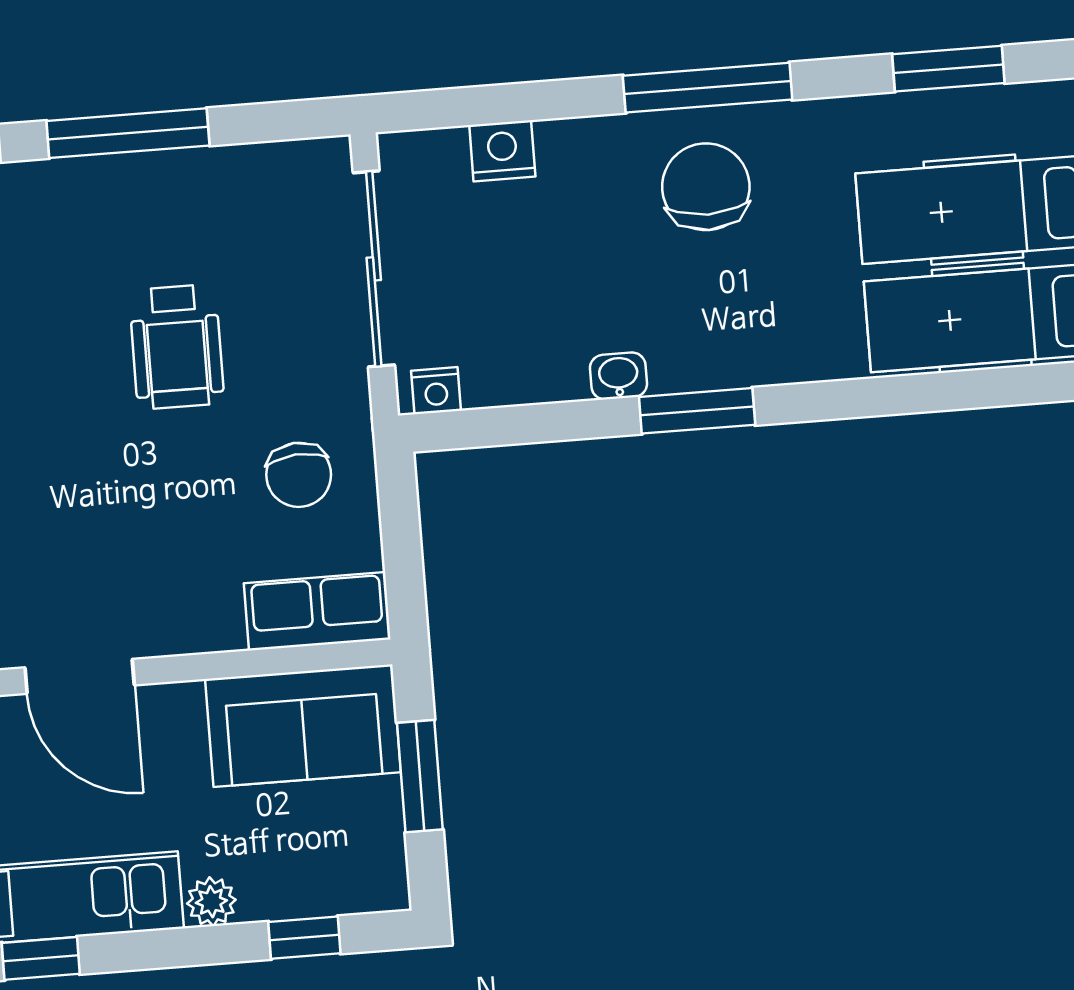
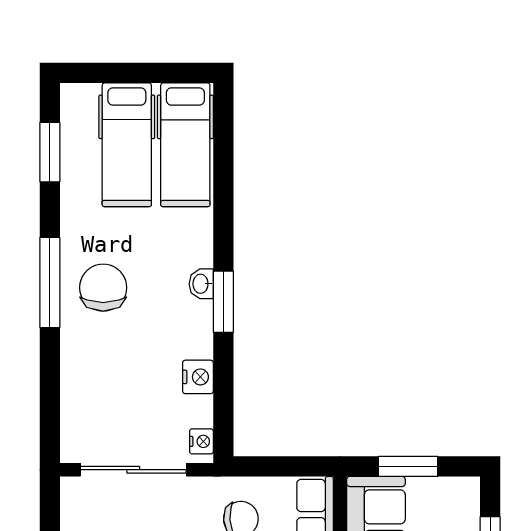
nightstand: (502, 151) -> (198, 377), moved, turned 180
chair: (706, 187) -> (103, 288), turned 90
washbasin: (618, 376) -> (201, 284), moved

